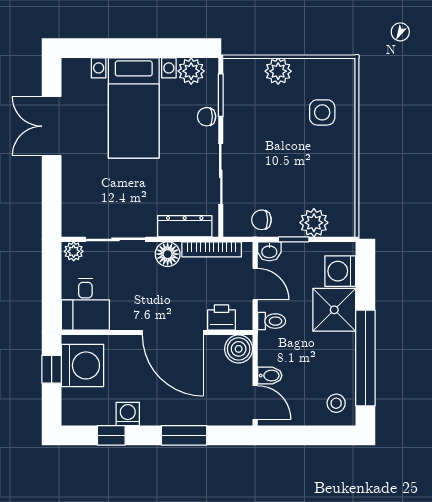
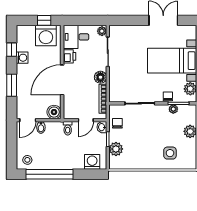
plant: (232, 106) -> (173, 109), added
dresser: (185, 226) -> (114, 86), removed
shower: (334, 310) -> (73, 159), removed
printer: (222, 317) -> (69, 56), moved

